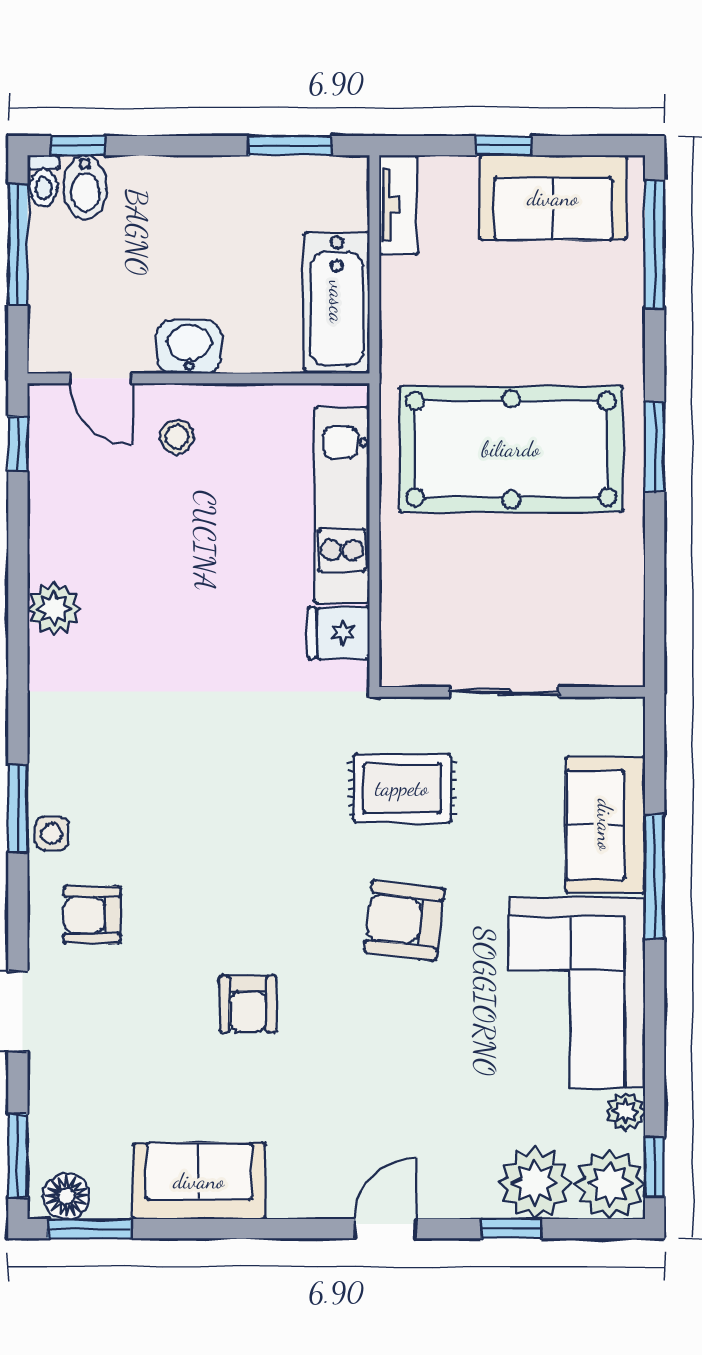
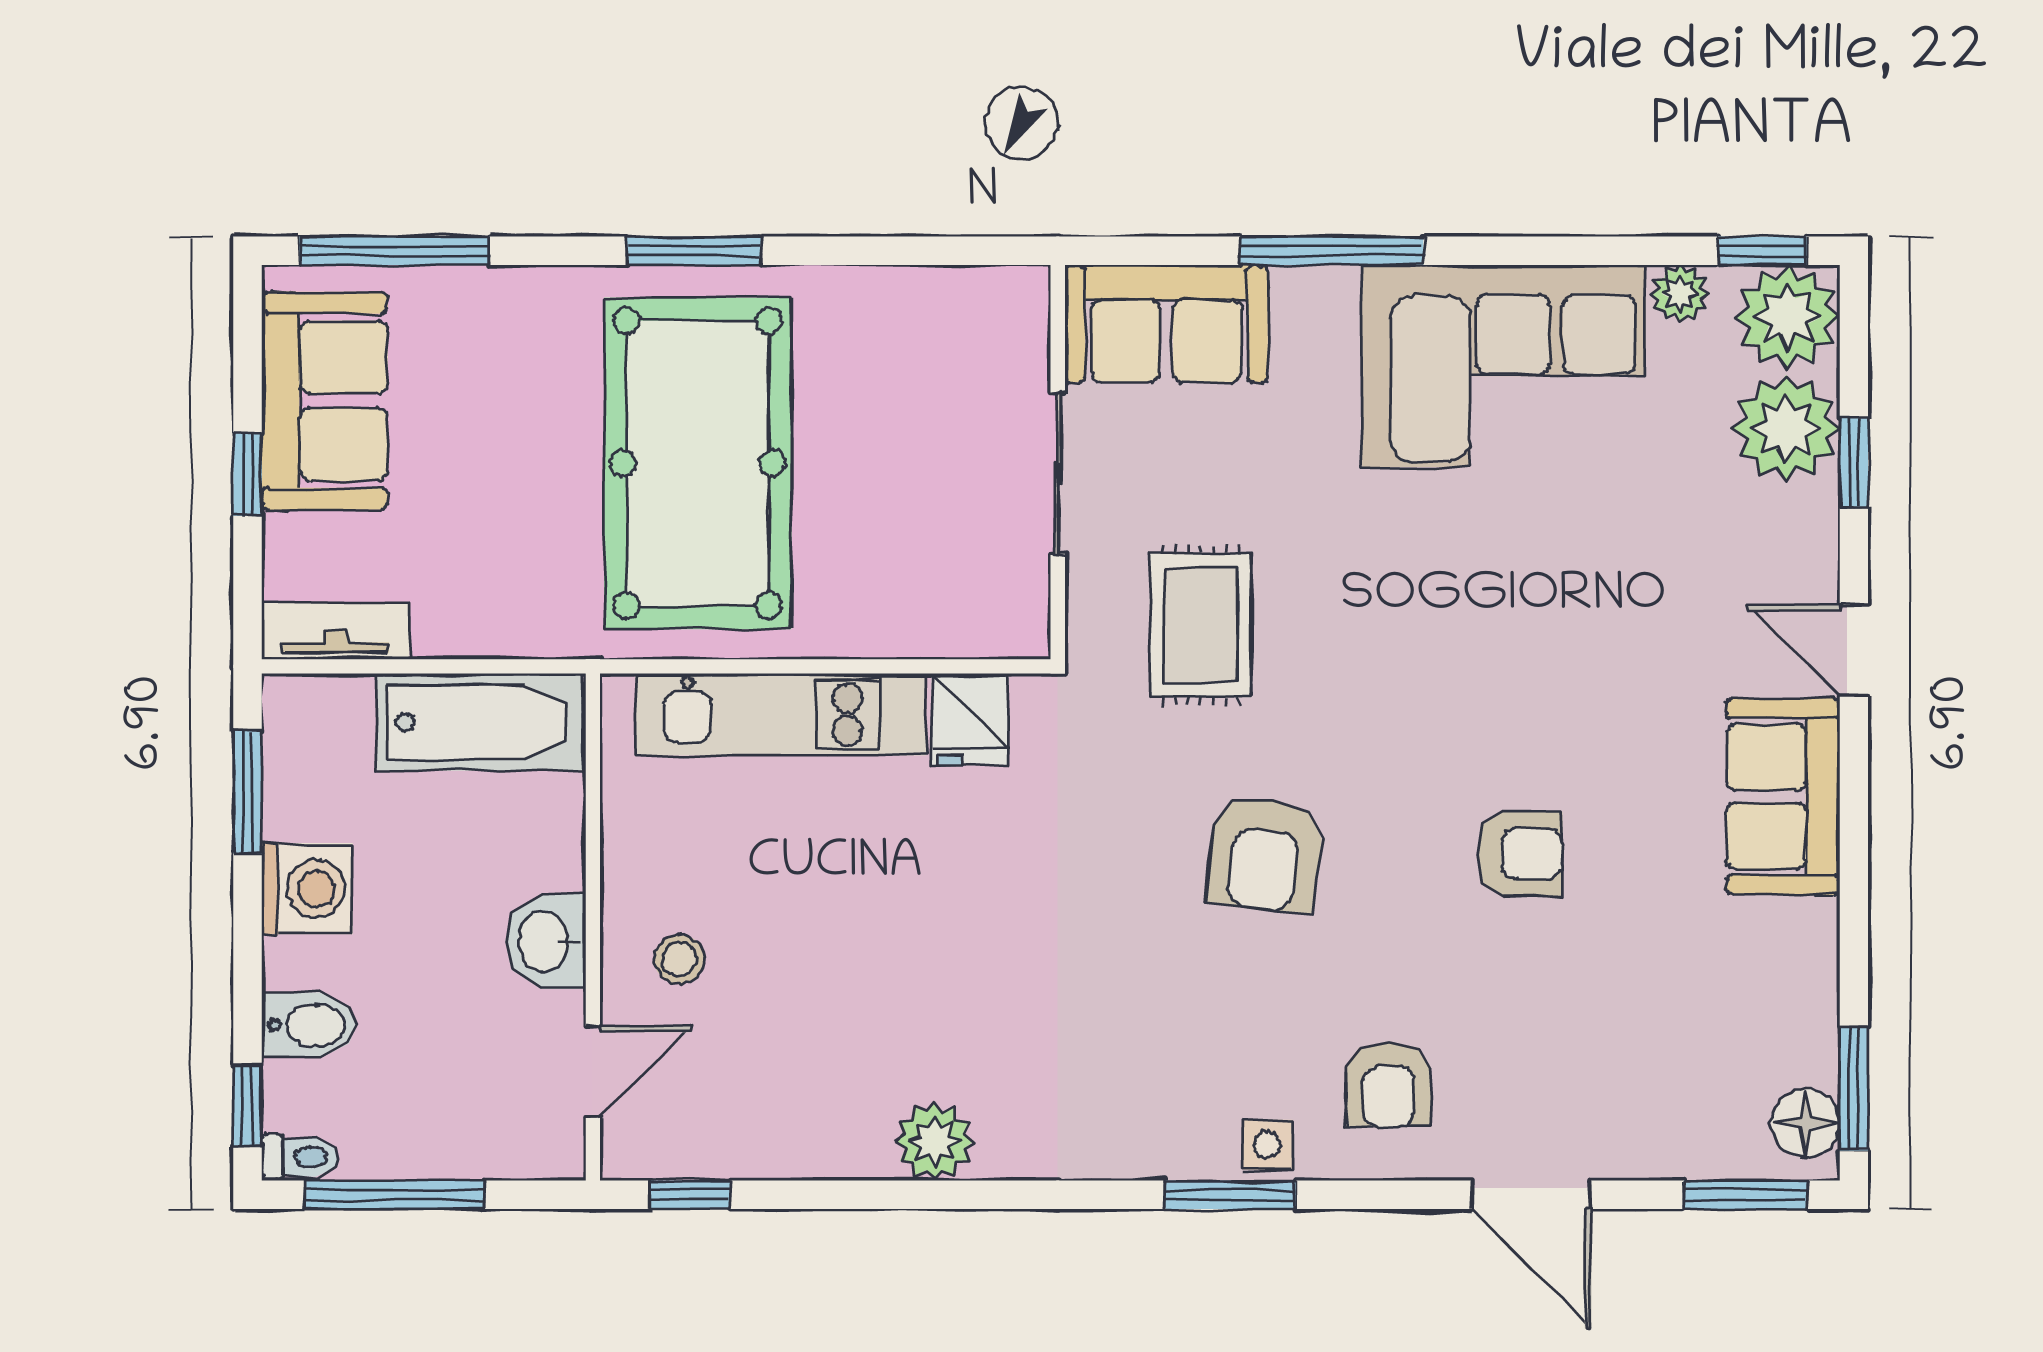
washing machine: (224, 186) -> (307, 889), added
bidet: (85, 187) -> (309, 1025), moved
sofa: (605, 825) -> (1166, 323), moved
armchair: (404, 920) -> (1265, 854), moved
sofa: (199, 1181) -> (1783, 797), moved

